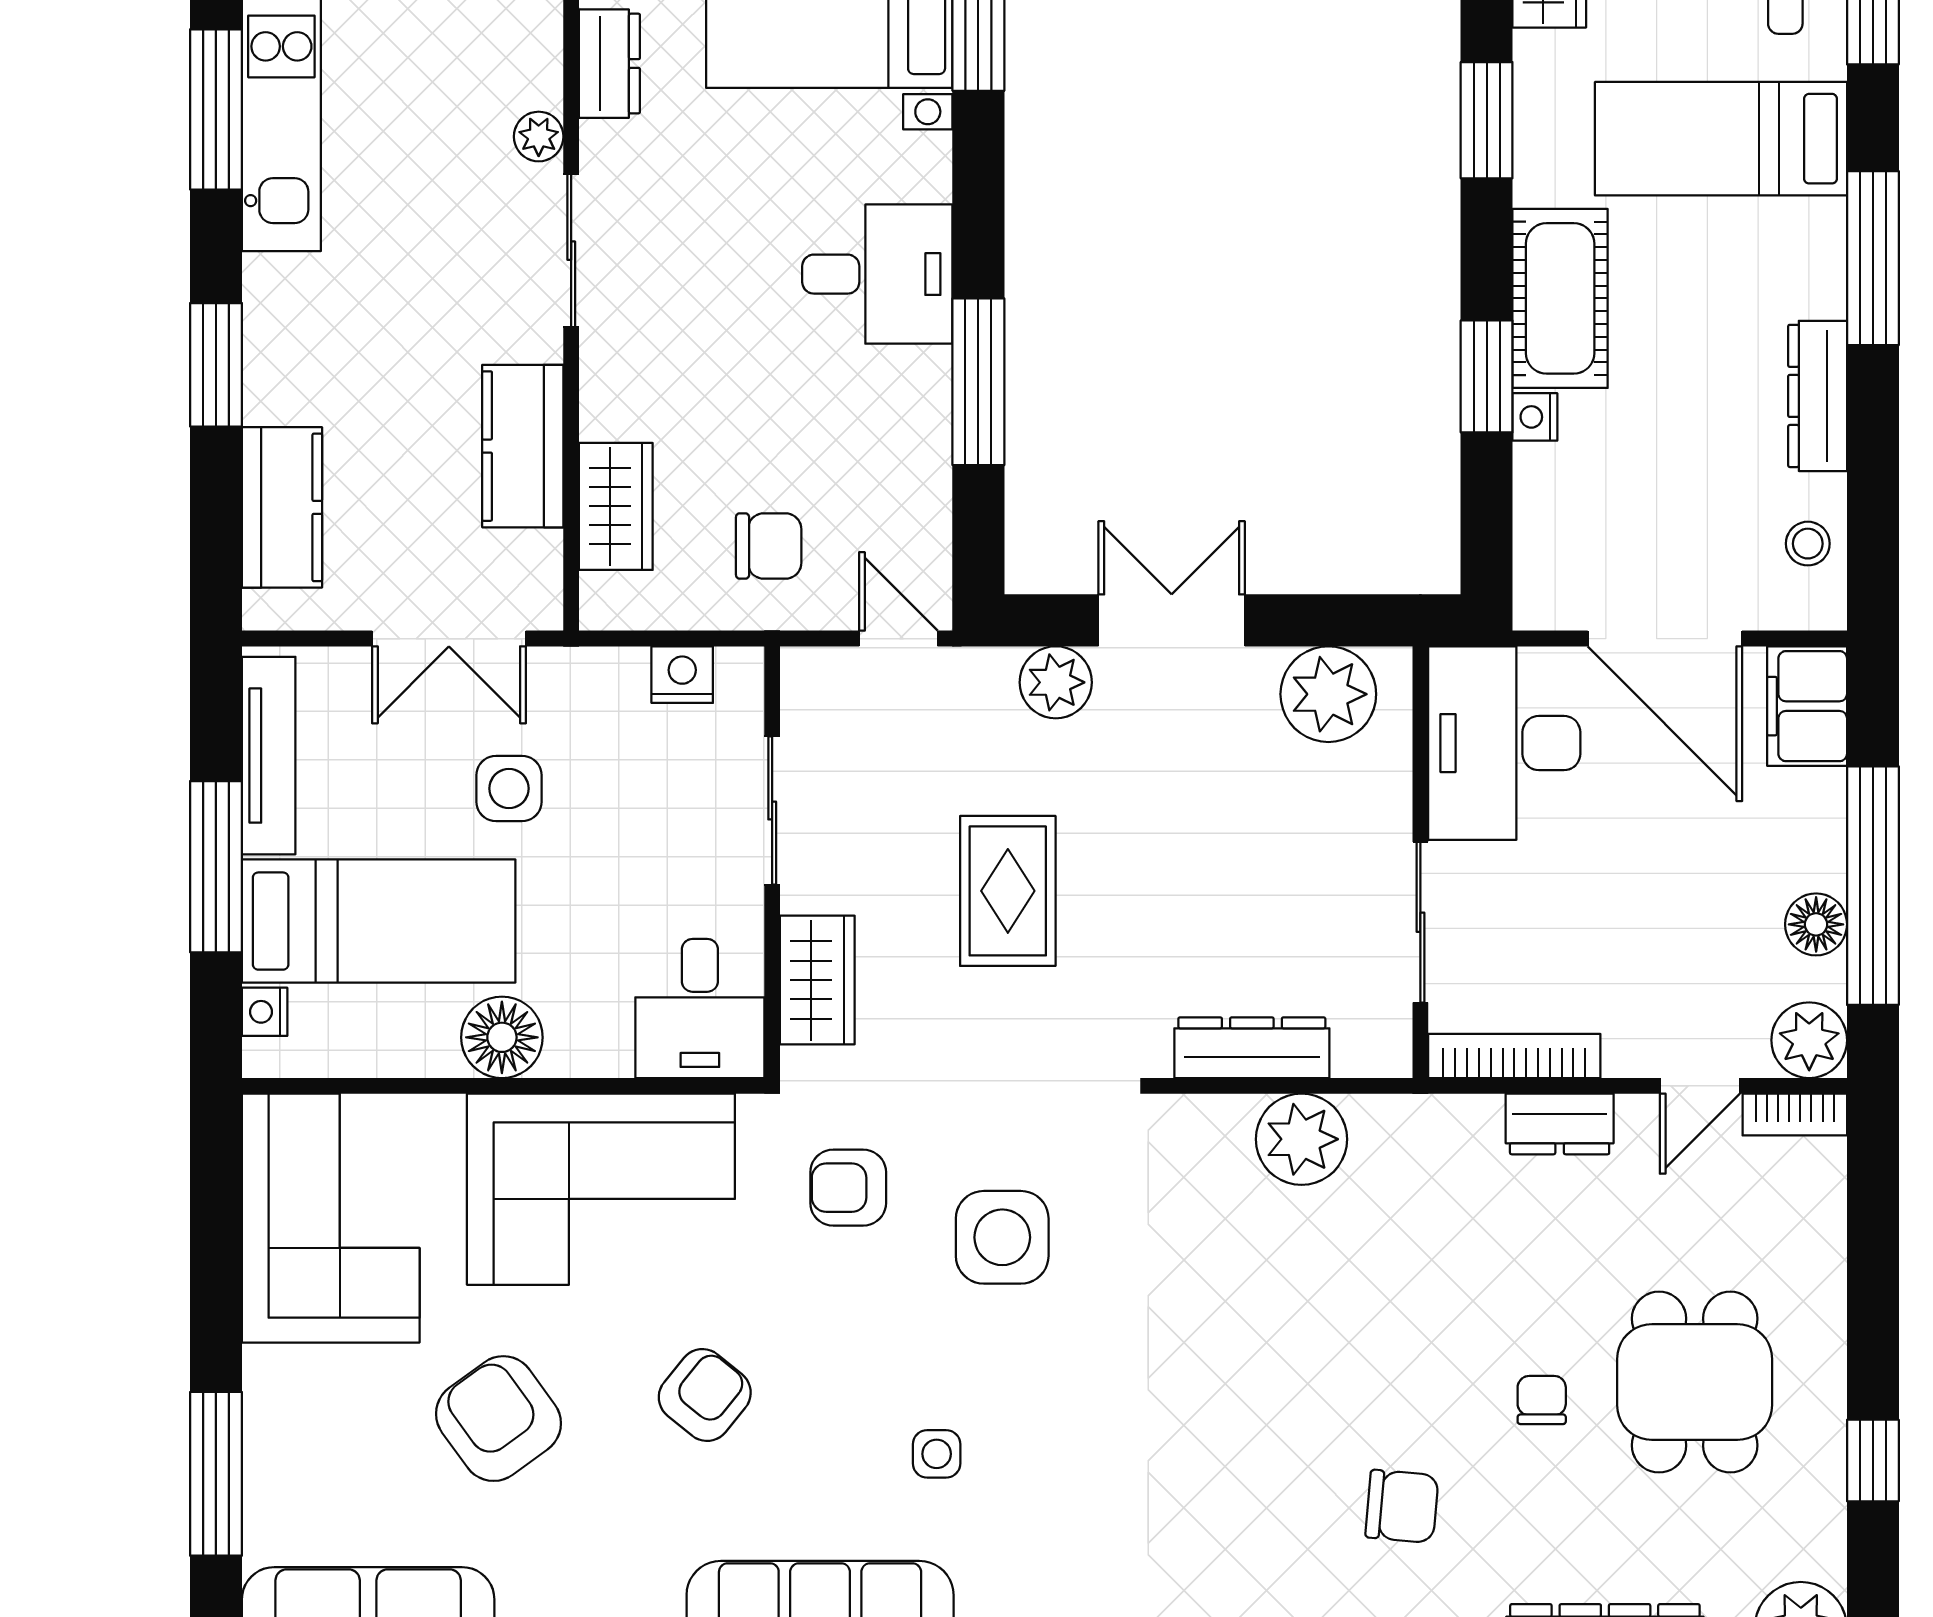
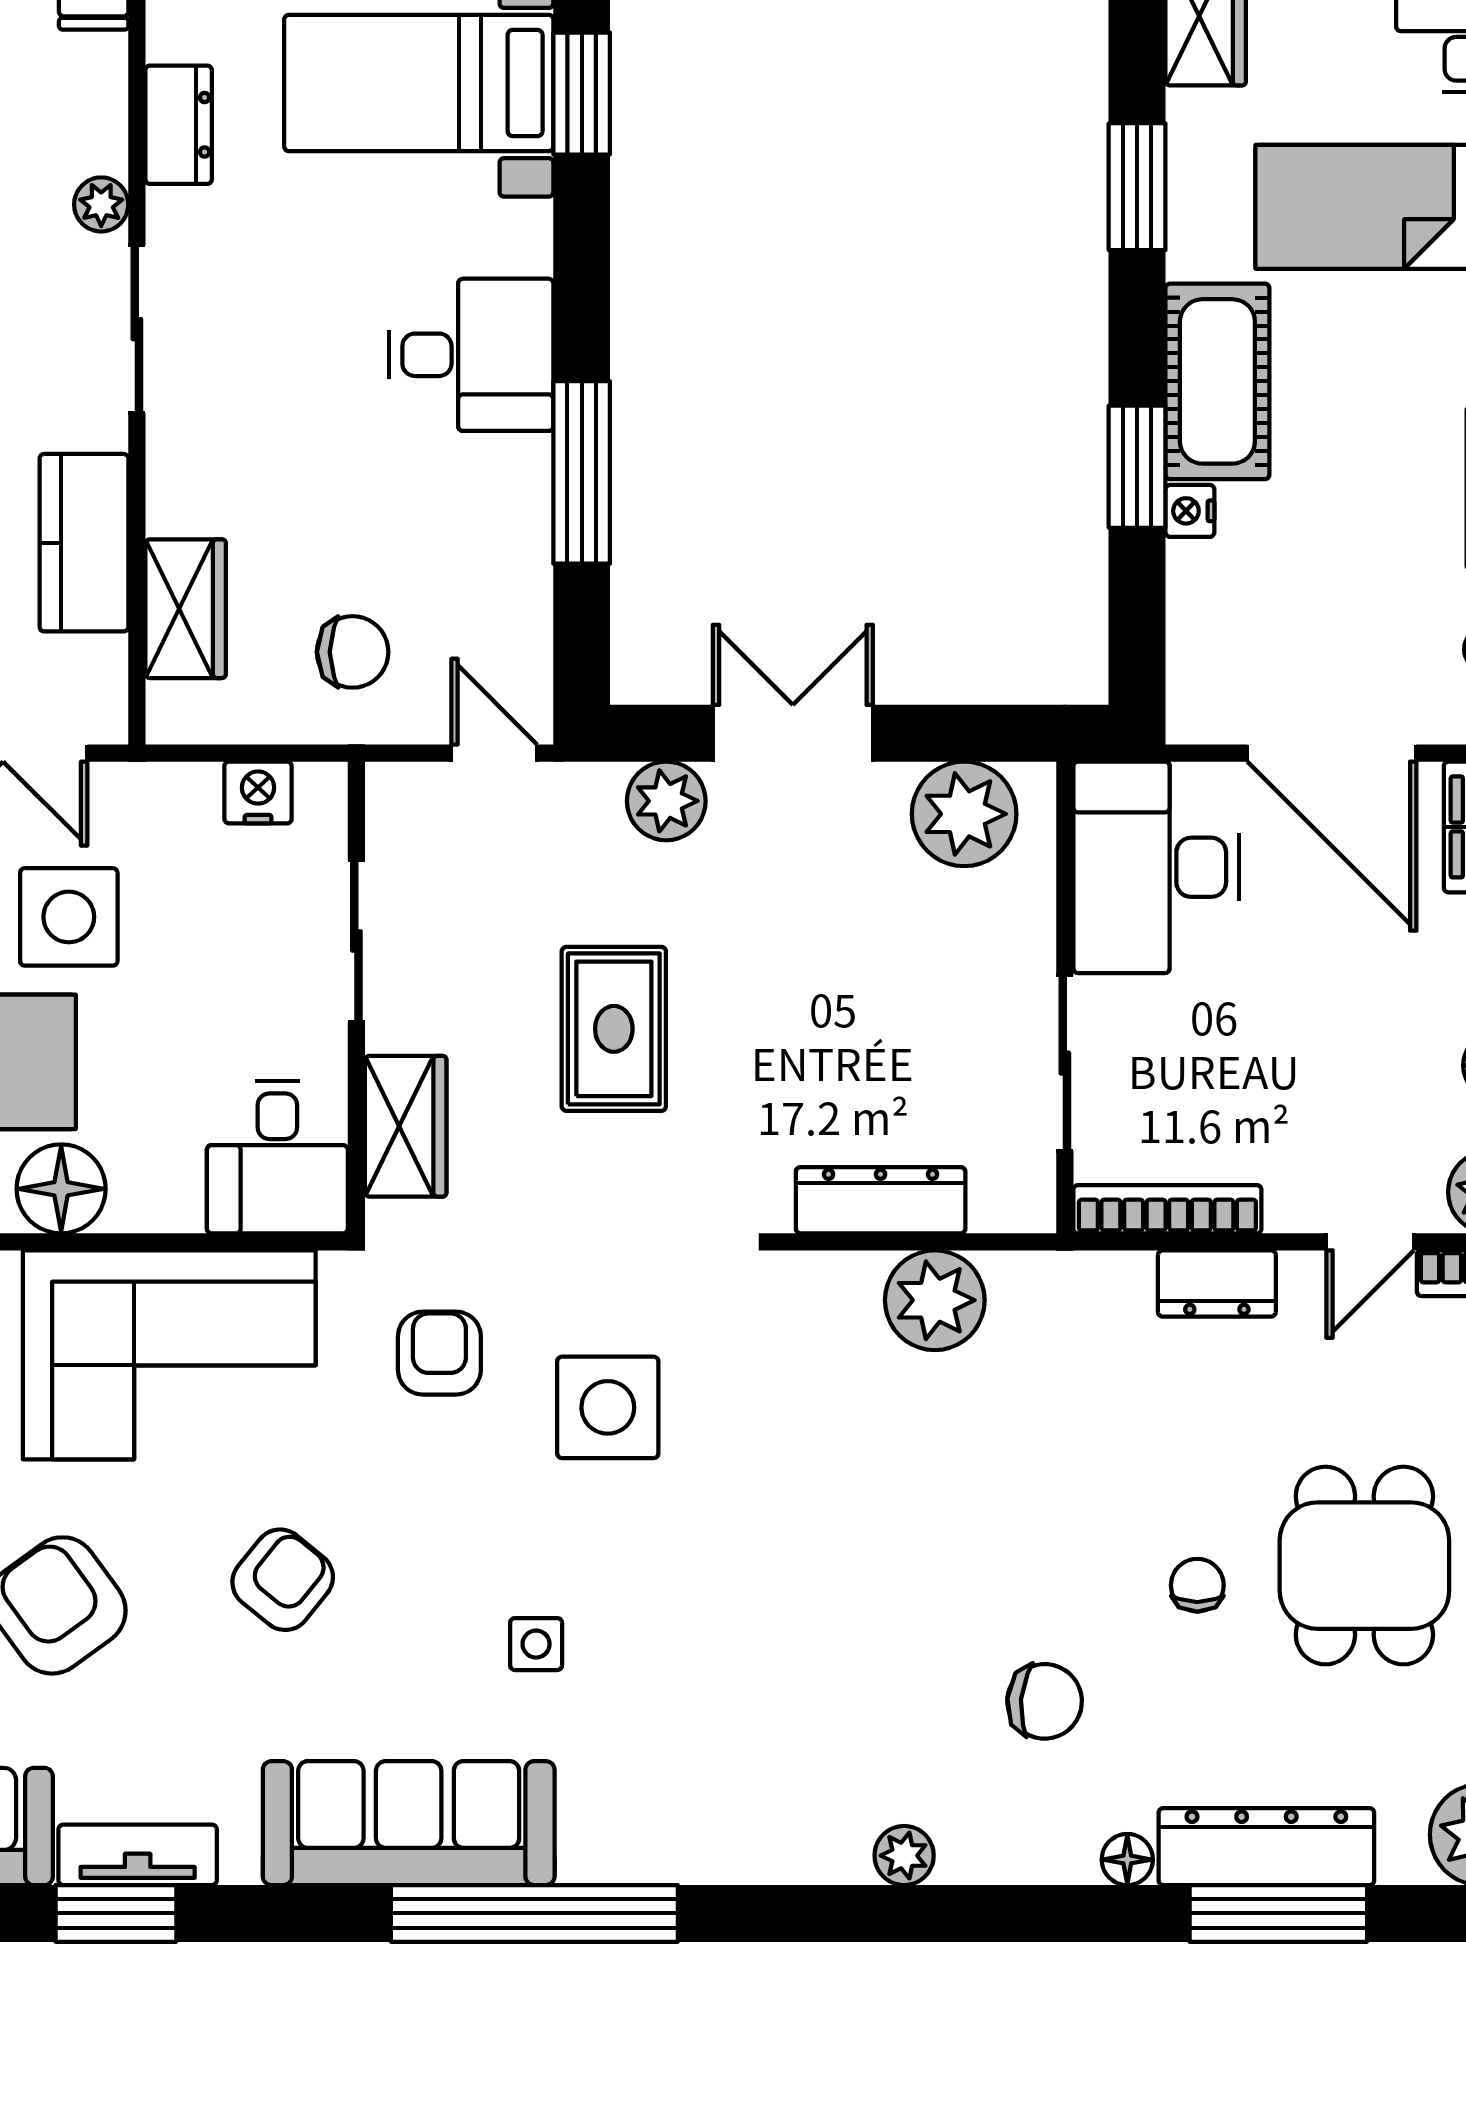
side table: (509, 788) -> (69, 917), width x1.37, depth x1.37
armchair: (848, 1188) -> (439, 1353), turned 90

